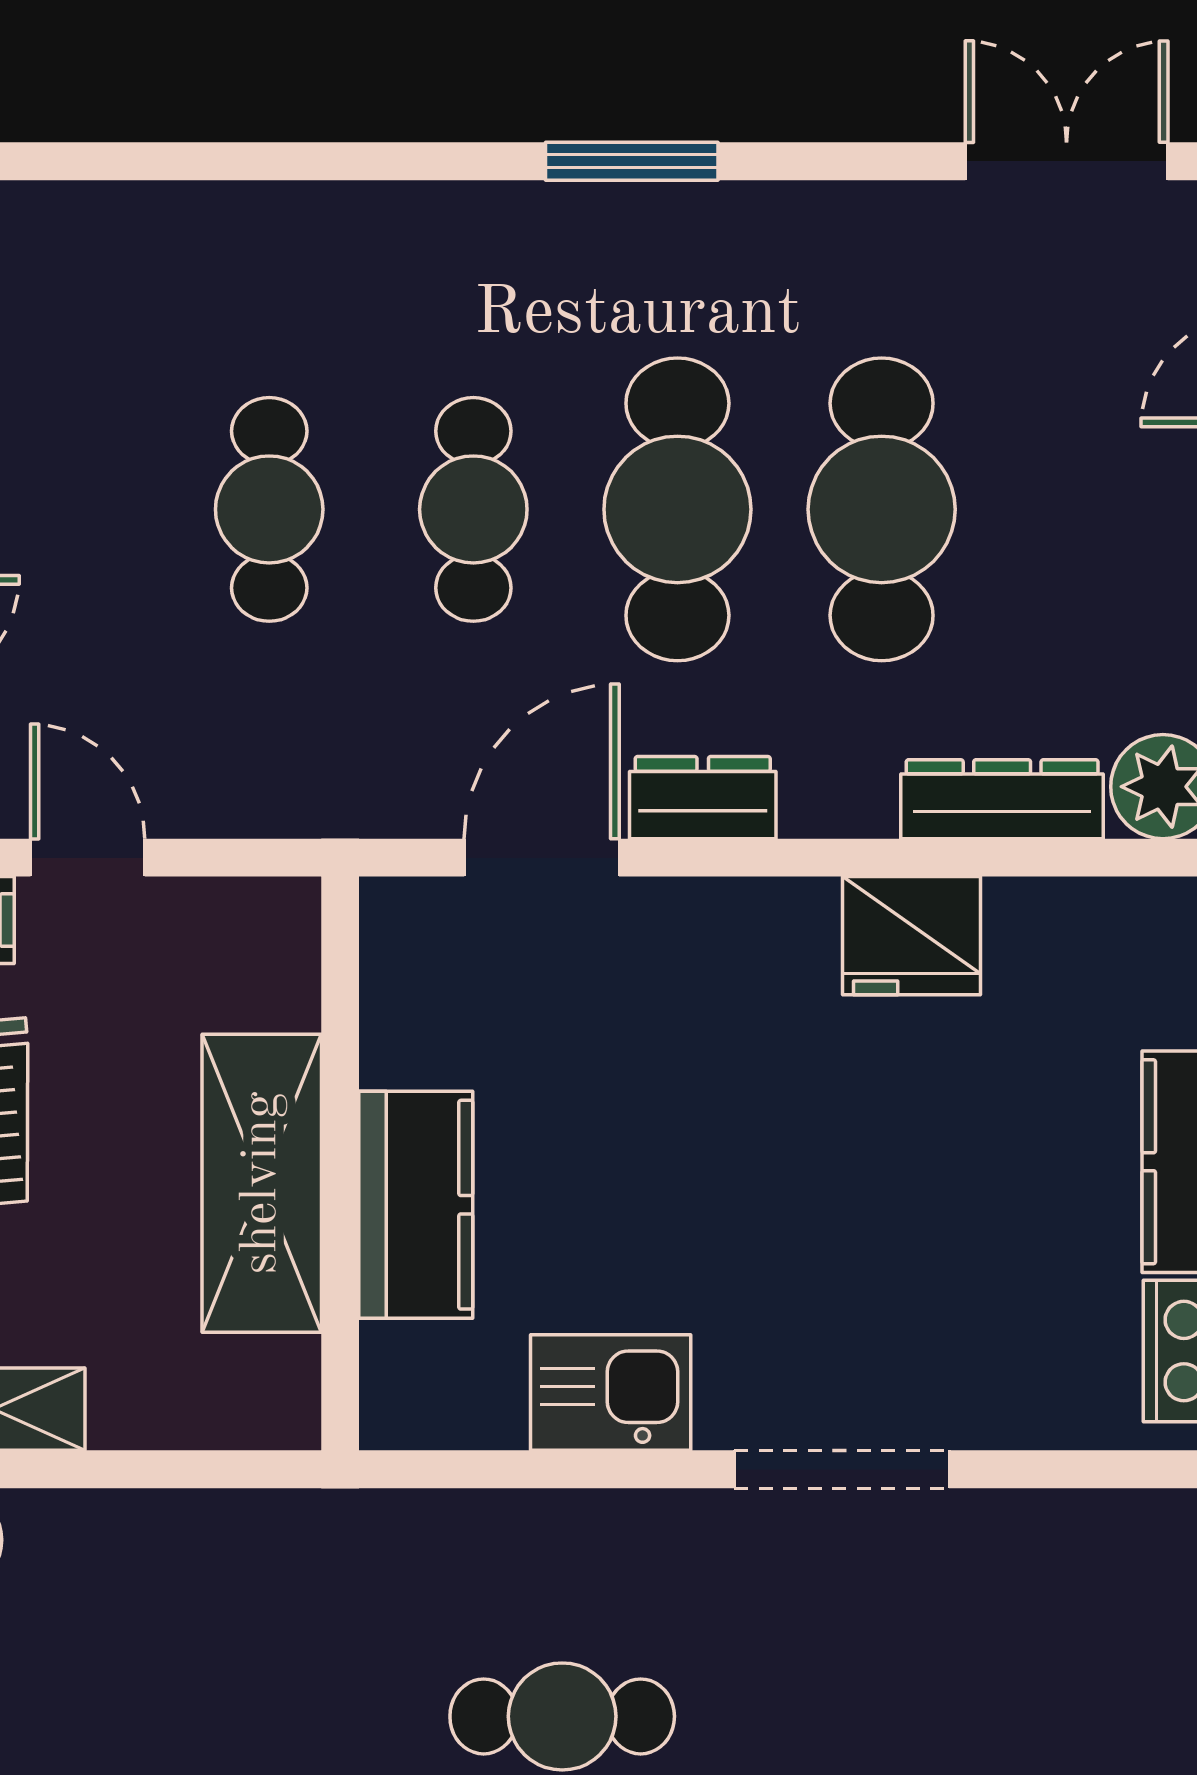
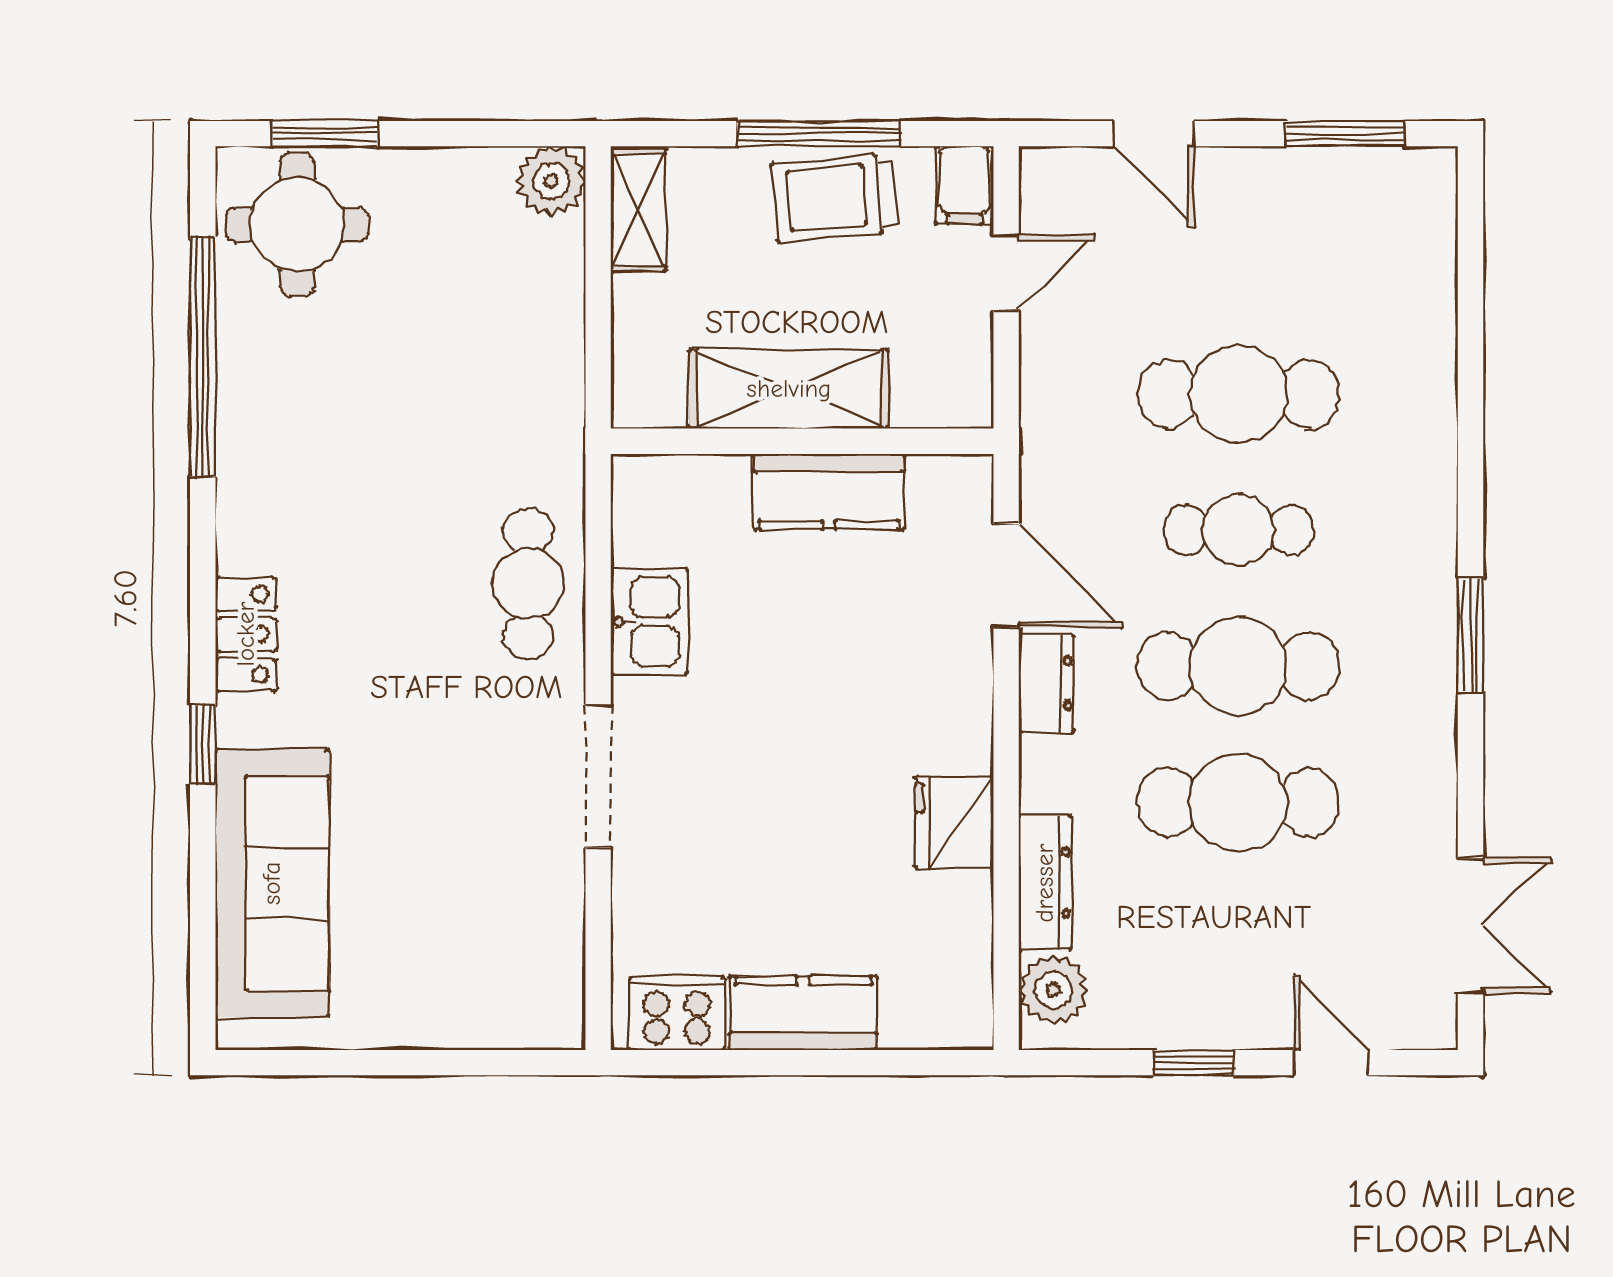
cafe table: (269, 509) -> (1238, 394), width x1.37, depth x1.35
kitchen counter: (416, 1205) -> (829, 492), moved
cafe table: (562, 1716) -> (528, 584), moved

